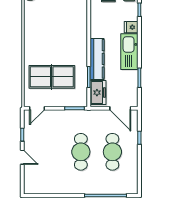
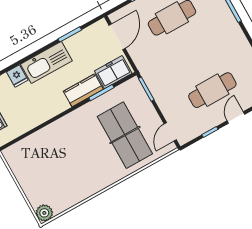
kitchen counter: (97, 59) -> (83, 90), width x0.67
door: (37, 108) -> (170, 132), swing flipped
cafe table: (81, 152) -> (212, 90), moved

